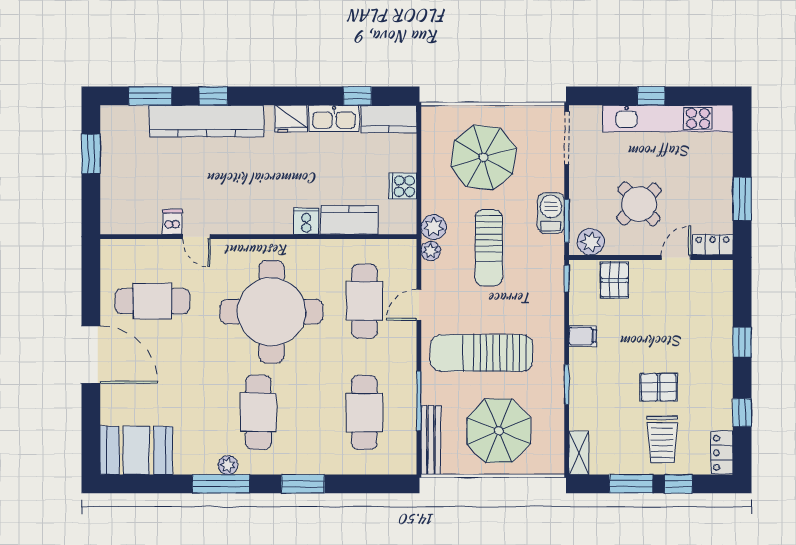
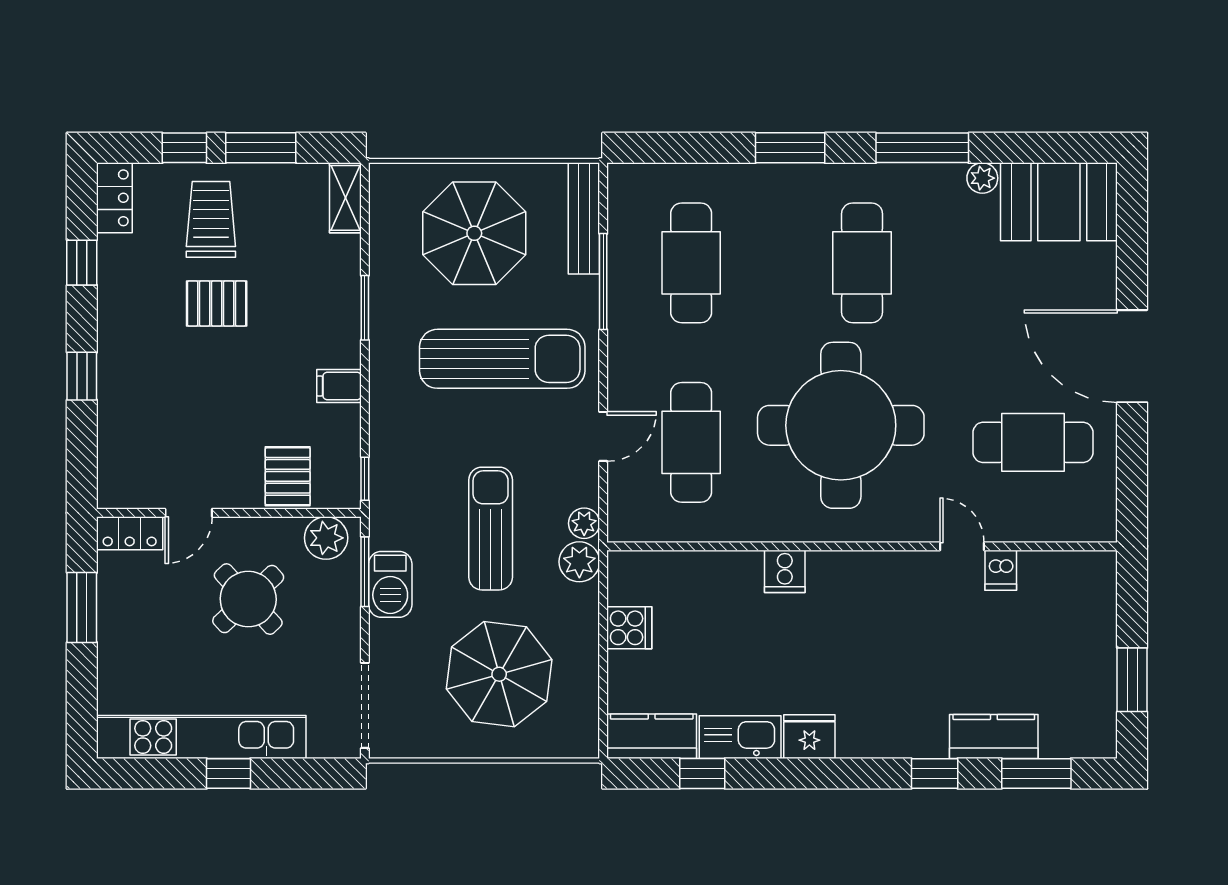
kitchen counter: (206, 121) -> (994, 737), width x0.48, depth x0.86
kitchen counter: (349, 220) -> (715, 573), removed
plant: (228, 465) -> (982, 178), moved

